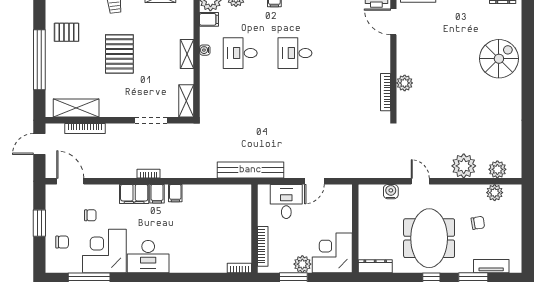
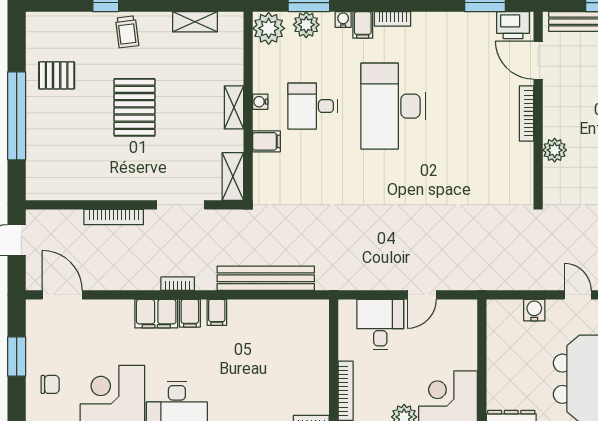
filing cabinet: (209, 19) -> (266, 141), moved
desk: (295, 53) -> (393, 106), width x1.87, depth x1.30
bookcase: (386, 92) -> (526, 113), moved
shelving: (76, 108) -> (71, 187), removed
bookcase: (85, 128) -> (114, 217), moved
bench: (250, 170) -> (266, 278), moved
chair: (90, 215) -> (92, 345), removed

